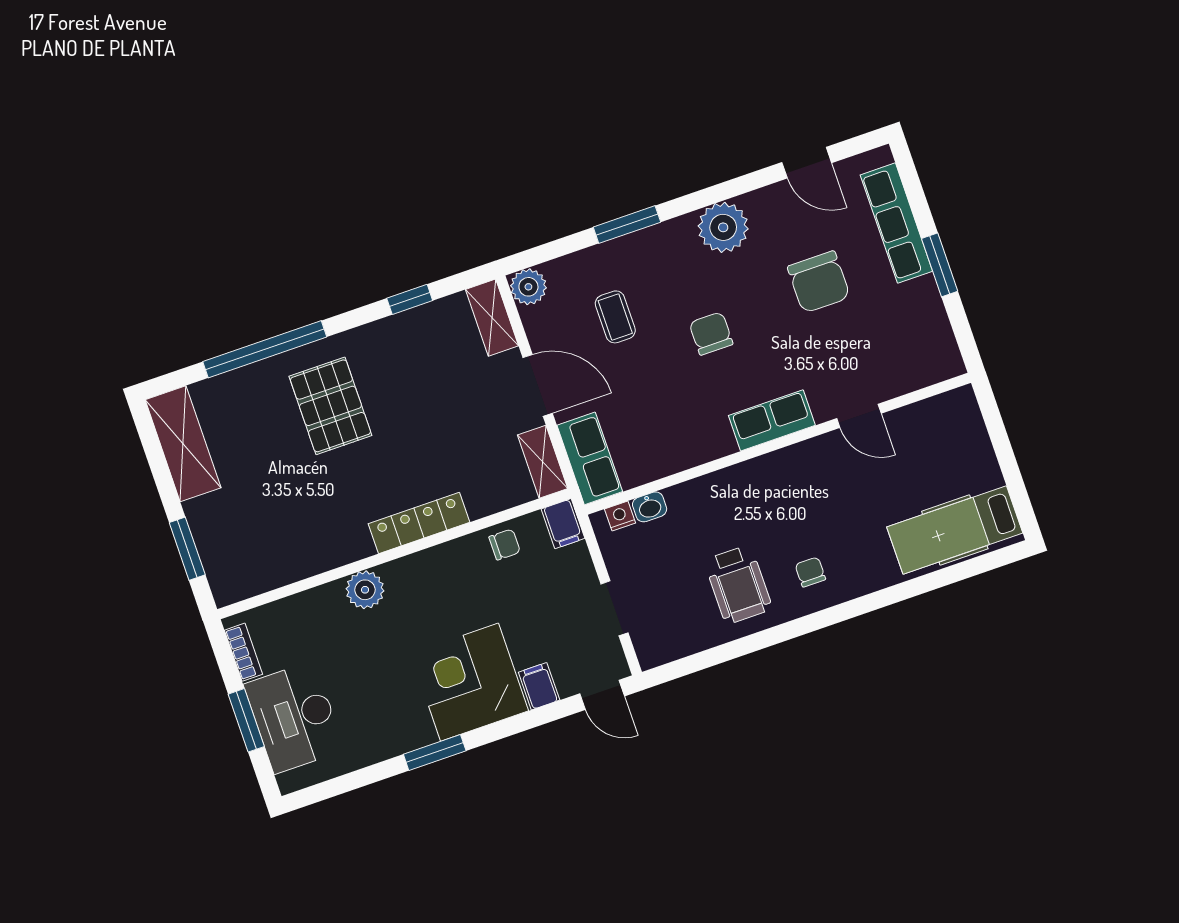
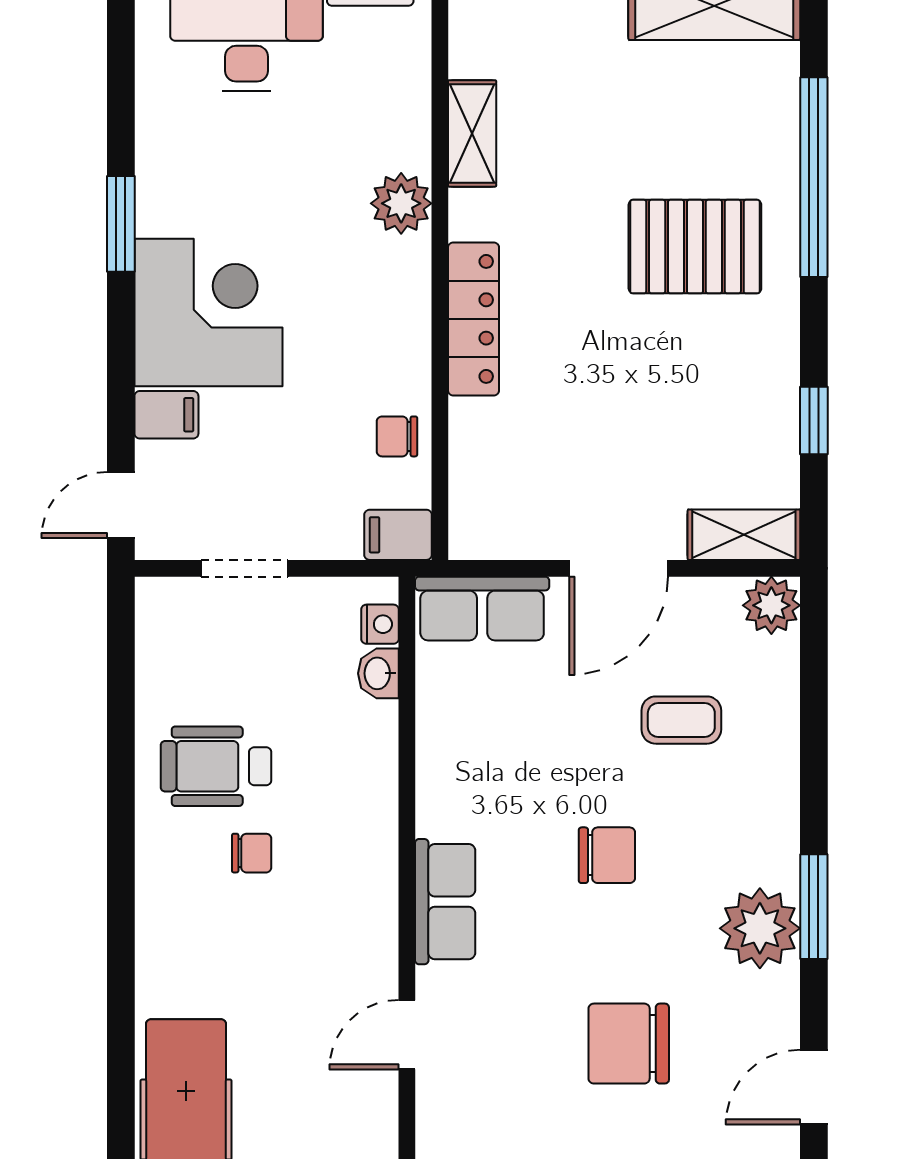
window: (627, 225) -> (814, 907), moved
shelving: (543, 462) -> (472, 133), moved, turned 90
chair: (505, 544) -> (397, 436), turned 90
chair: (810, 572) -> (252, 853), moved

